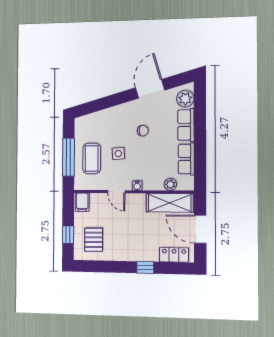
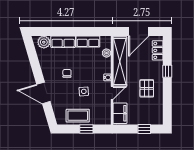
door: (150, 89) -> (43, 93), moved
window: (68, 157) -> (86, 129), width x0.46
coffee table: (92, 158) -> (78, 116), moved
filing cabinet: (82, 202) -> (120, 113), width x2.00
shelving: (170, 203) -> (120, 61), width x1.47
pallet: (94, 240) -> (147, 88), moved, turned 90

